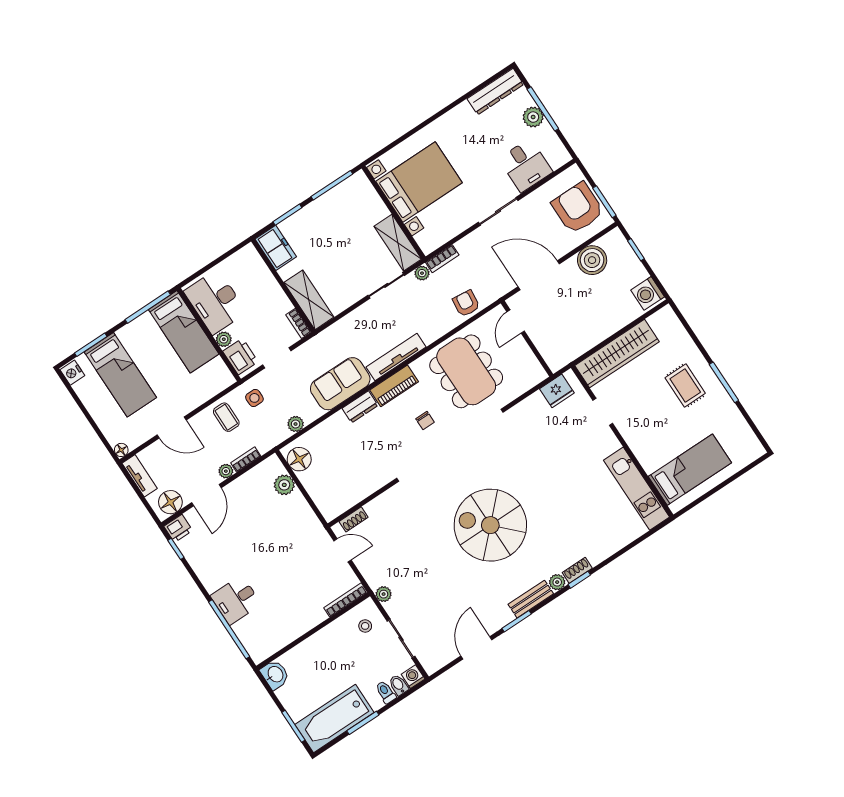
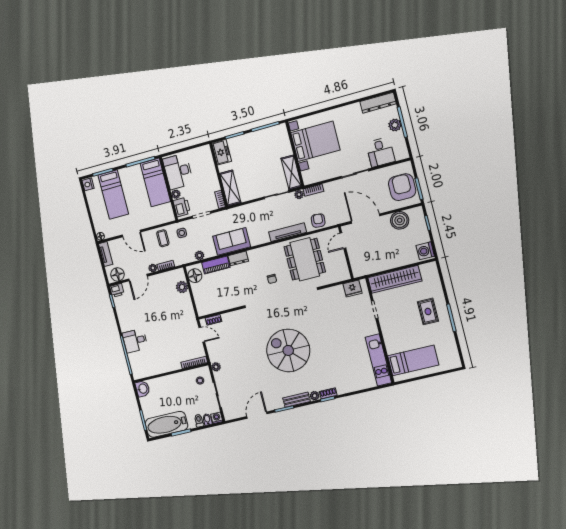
tv unit: (396, 357) -> (288, 232), moved
piano: (394, 386) -> (216, 265), moved

